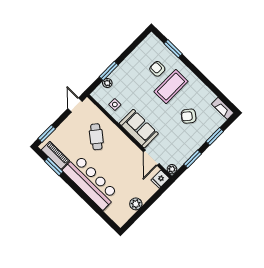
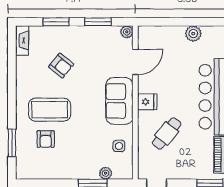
fridge: (160, 179) -> (147, 102), moved

